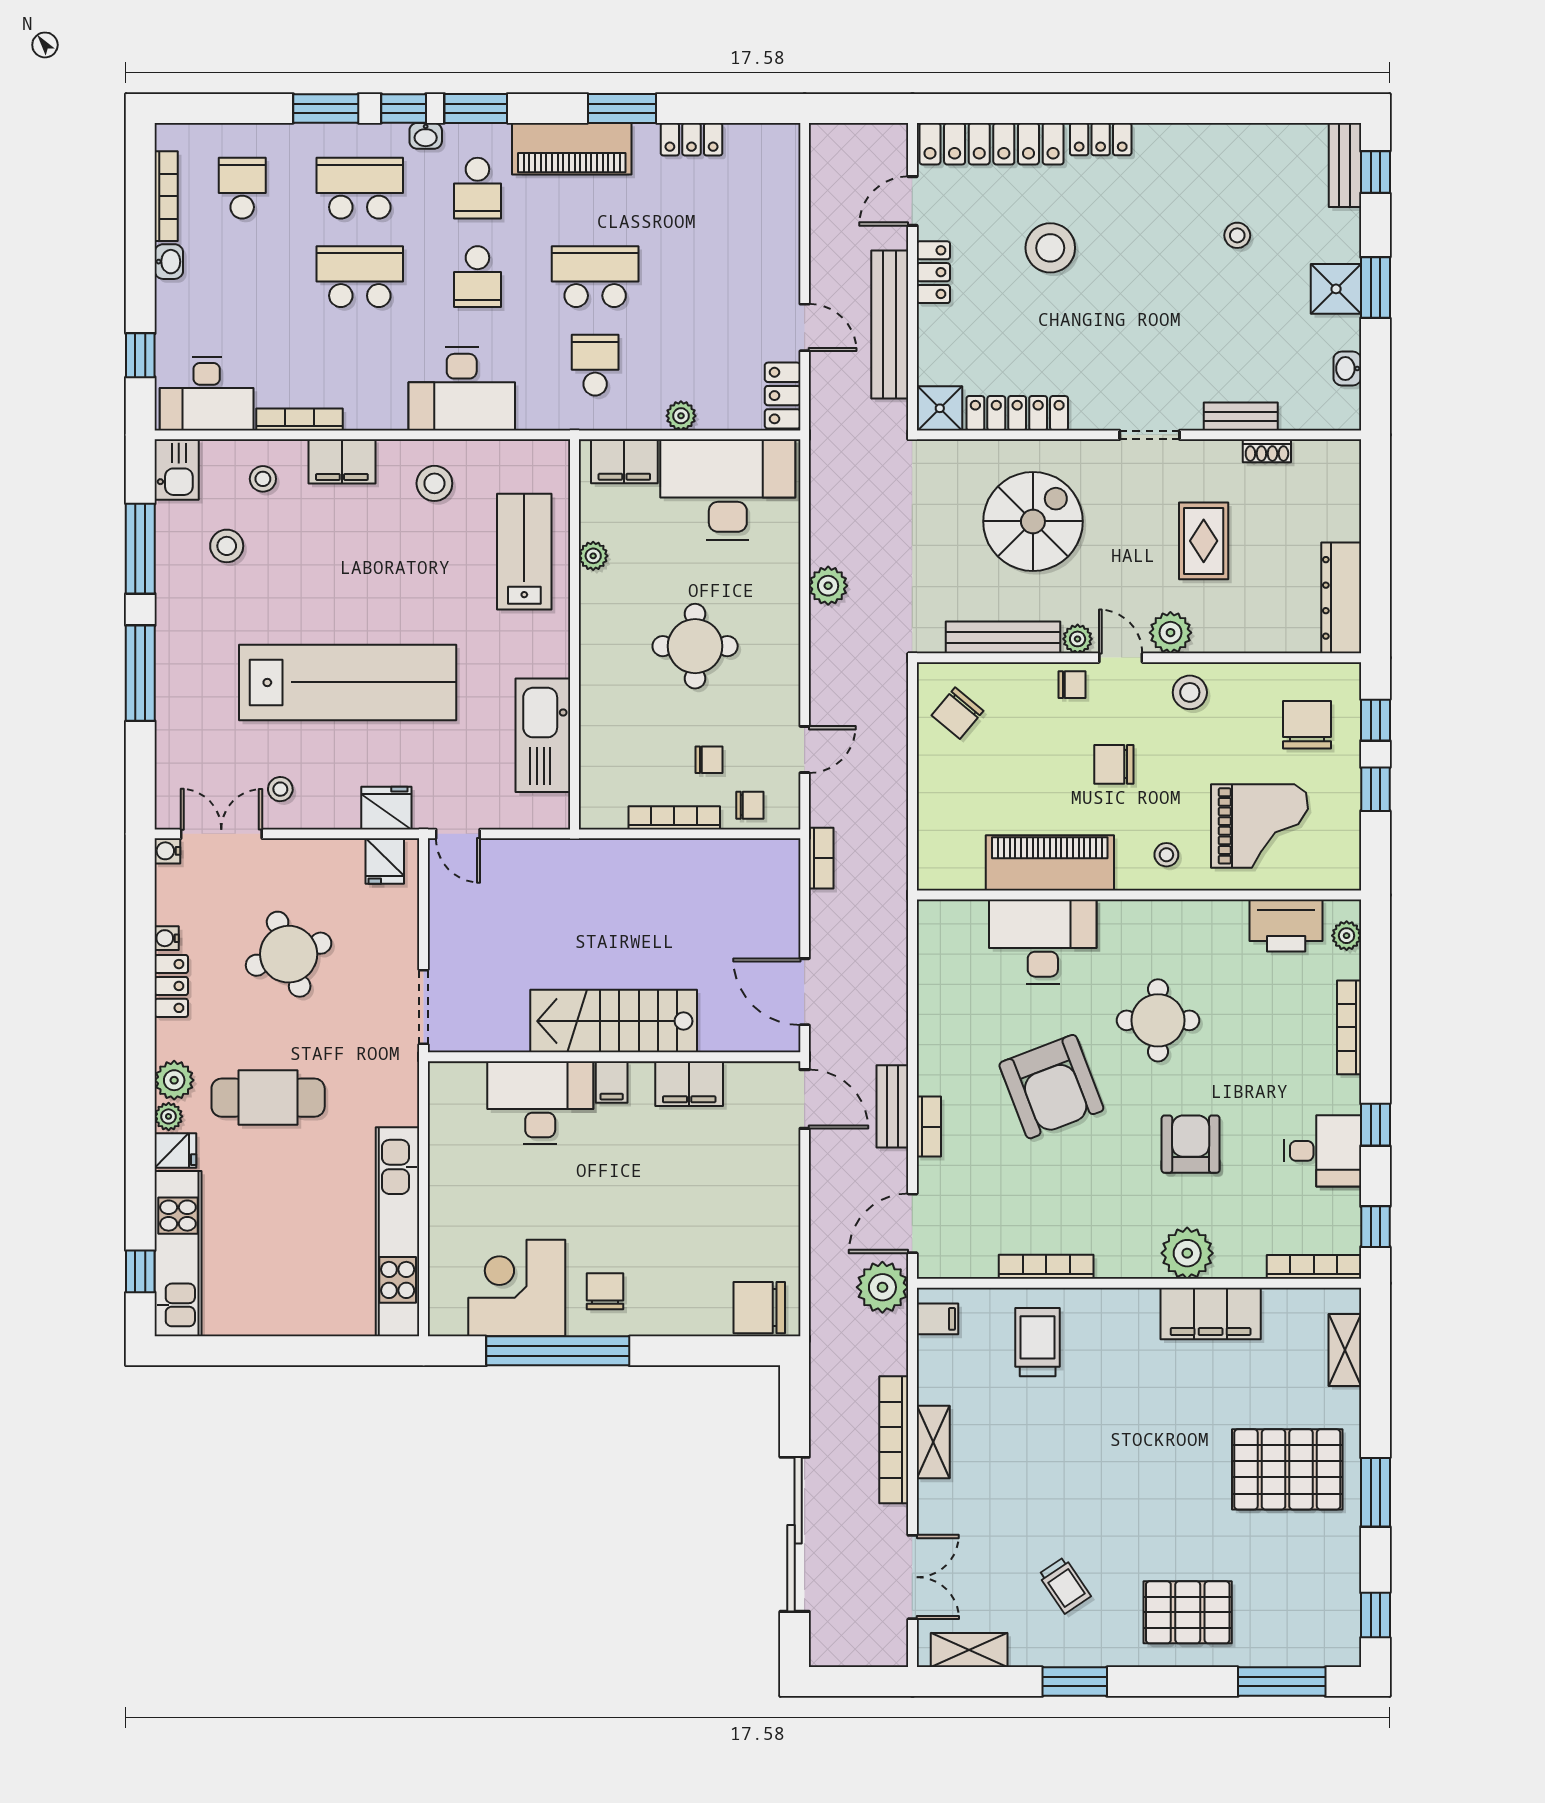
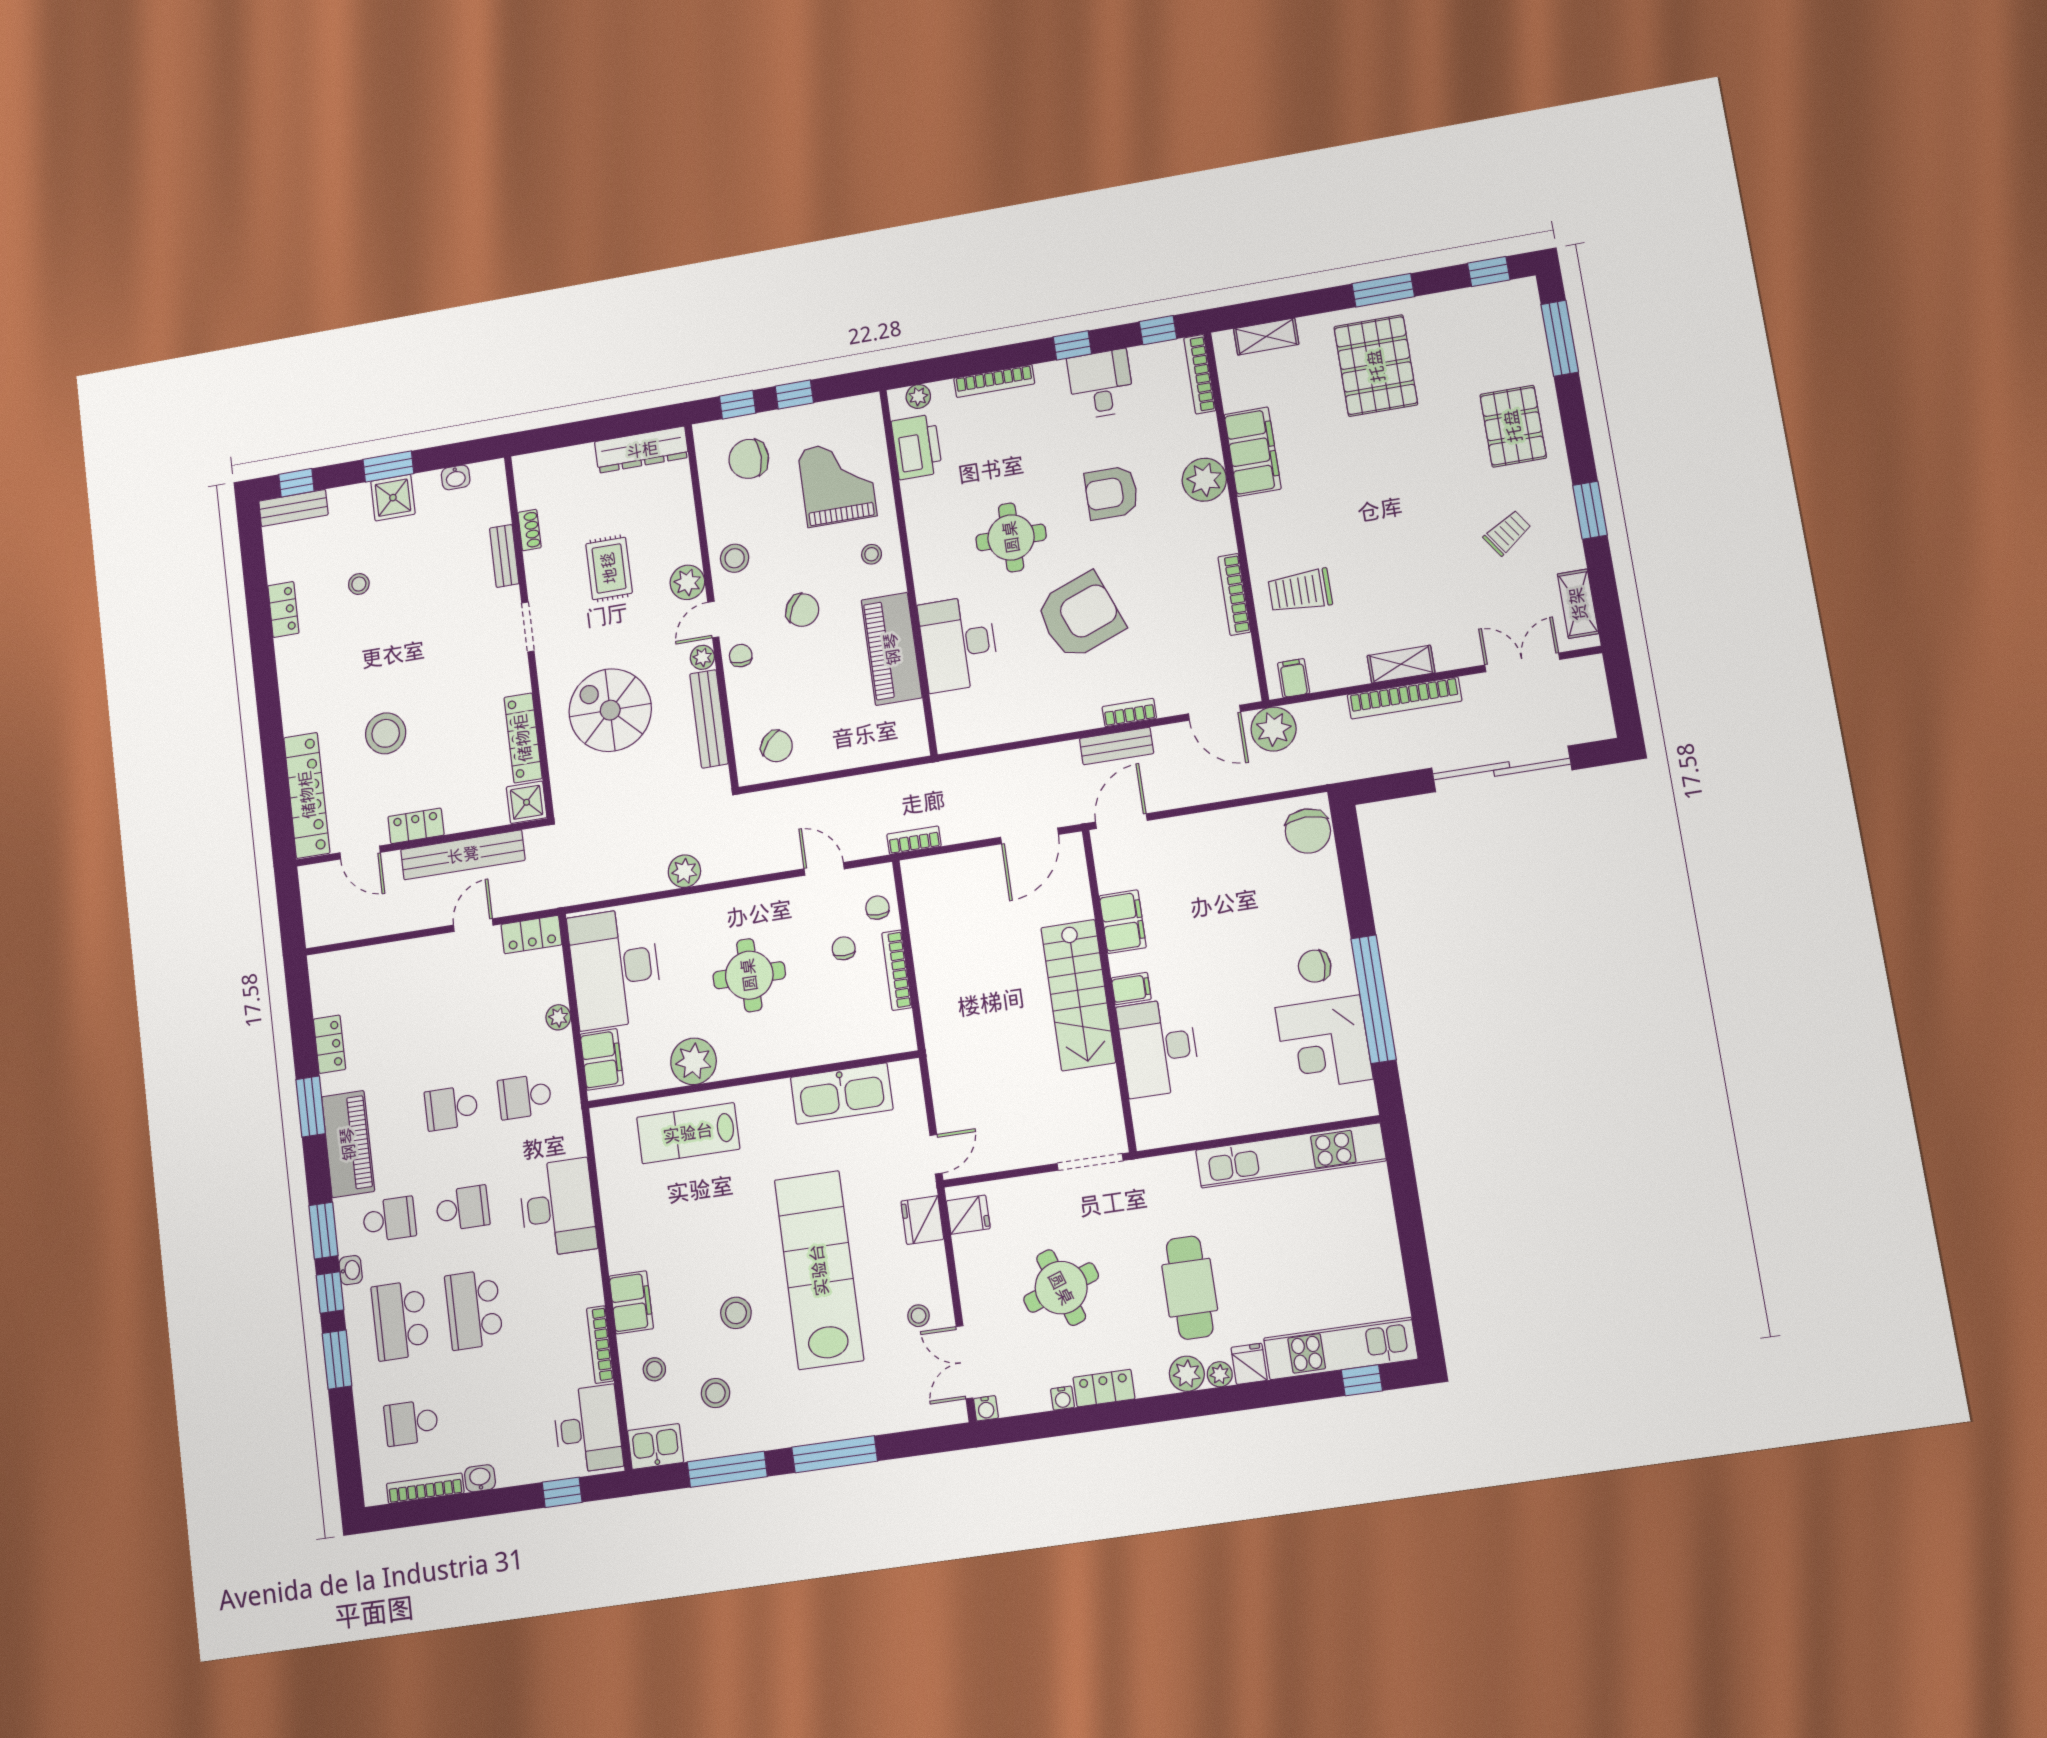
locker: (1101, 139) -> (283, 609), moved
school desk: (595, 277) -> (451, 1108), width x0.54
stool: (434, 483) -> (736, 1313), moved
rug: (1204, 541) -> (609, 568), turned 90
plant: (593, 556) -> (694, 1061), width x1.87, depth x1.87
chair: (1114, 764) -> (802, 610), turned -61

